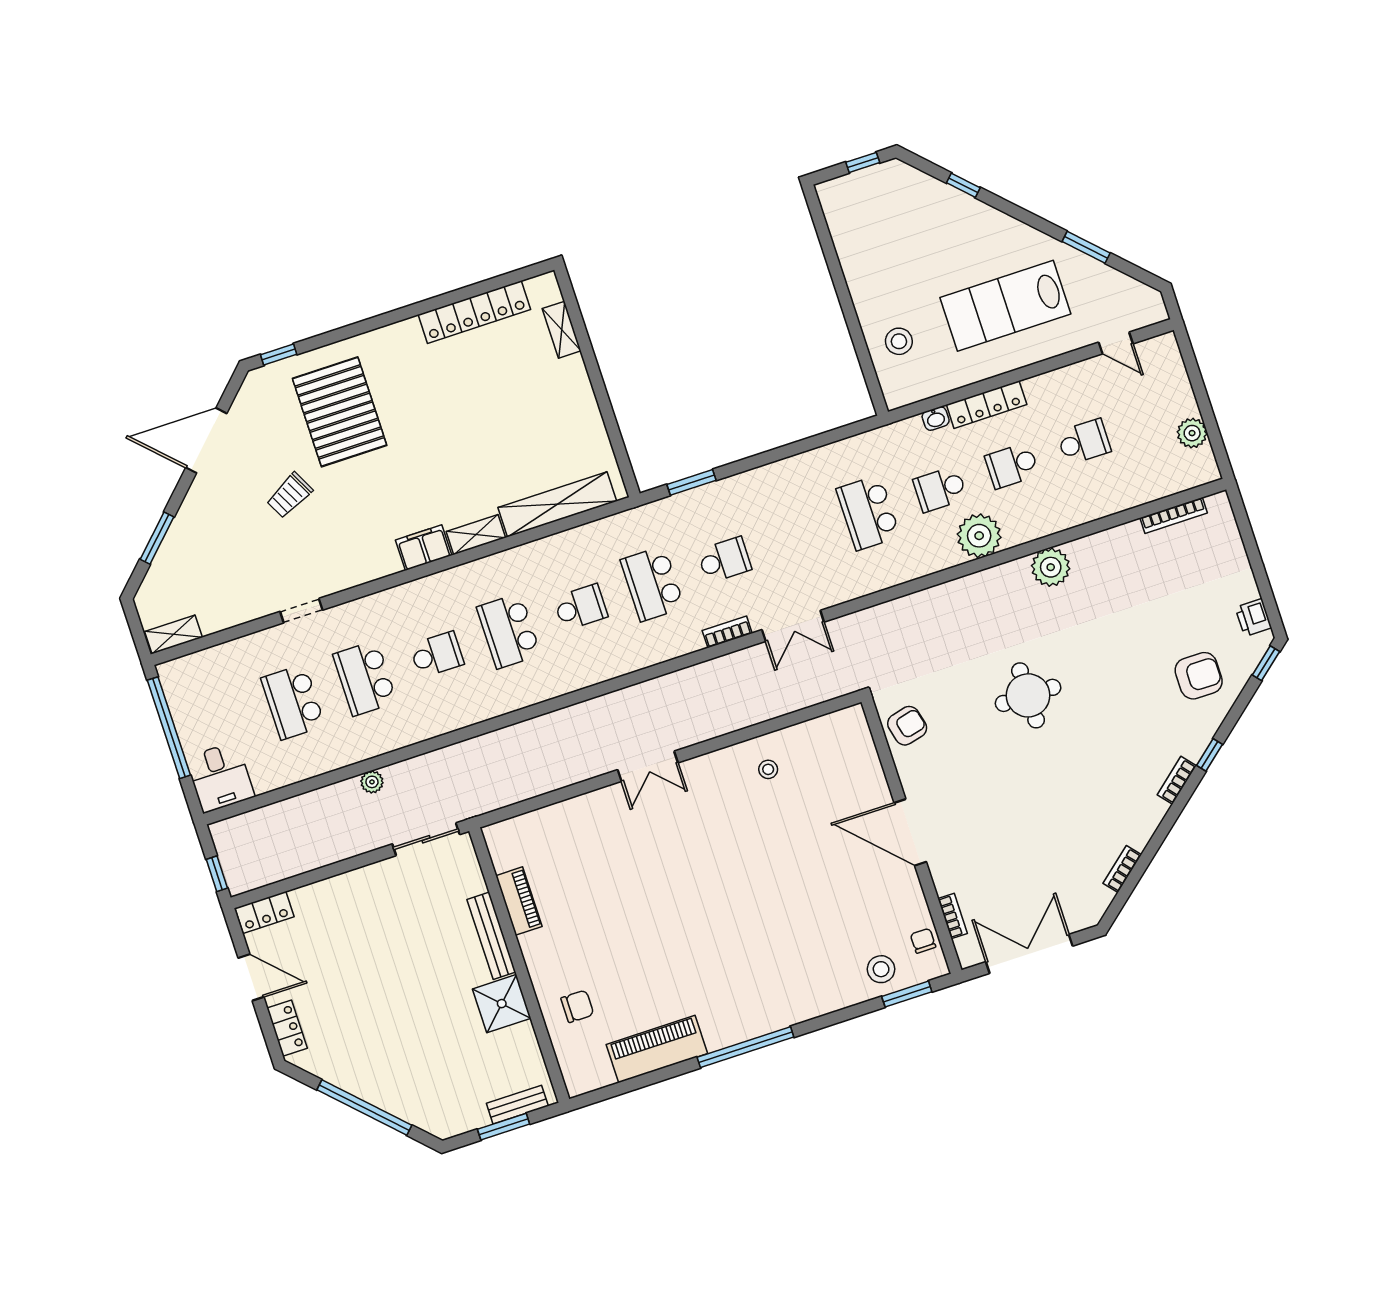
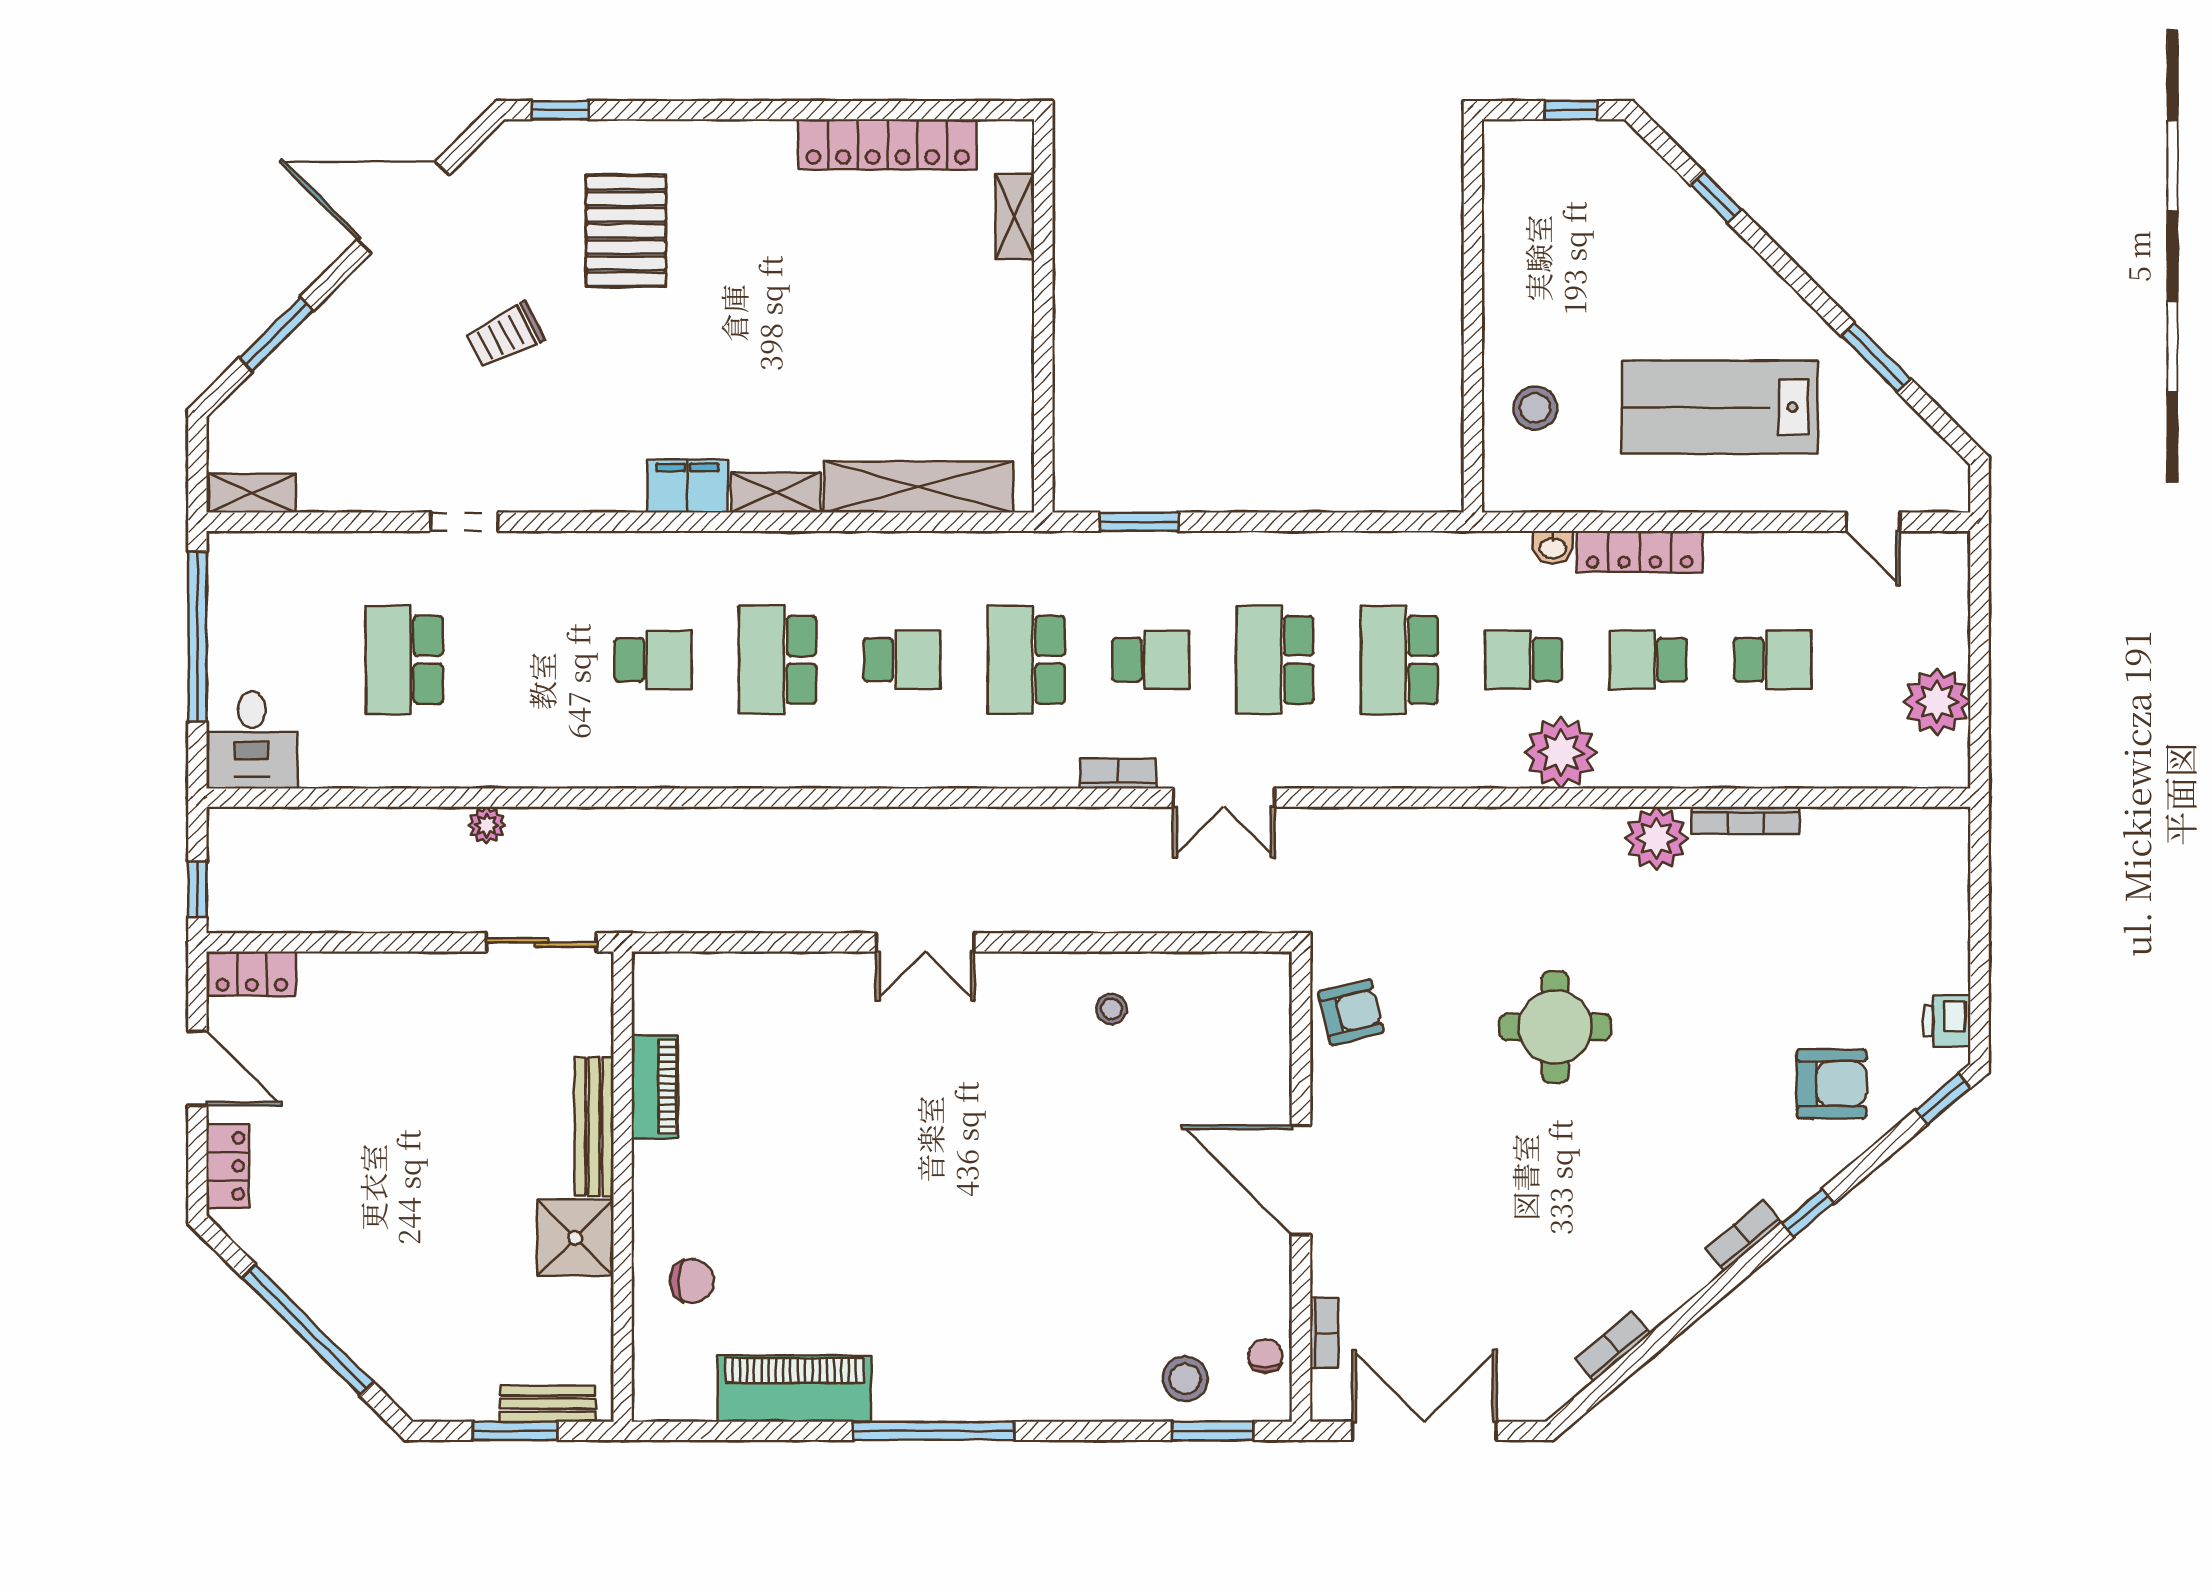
pallet: (340, 412) -> (626, 231), width x0.73, depth x0.71
plant: (1192, 433) -> (1937, 702), width x1.36, depth x1.36
bookcase: (1174, 515) -> (1745, 821), moved
school desk: (365, 678) -> (1275, 660), moved

